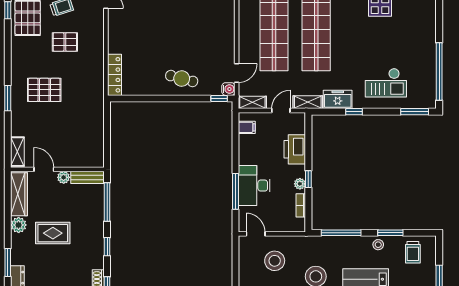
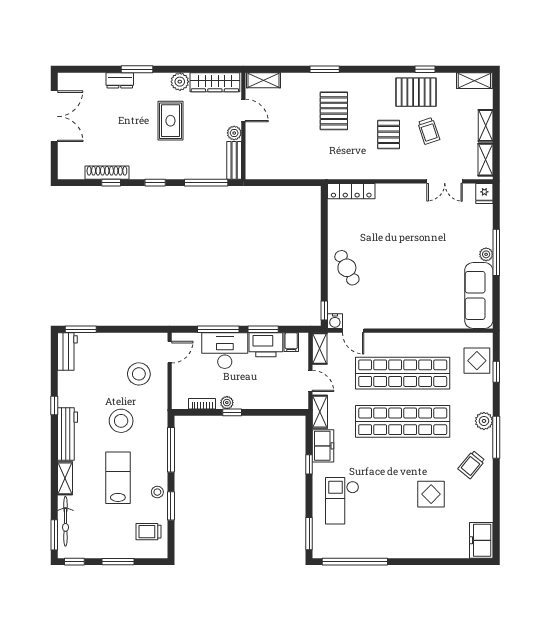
cafe table: (182, 79) -> (347, 268), turned -42
printer: (295, 149) -> (266, 345), moved, turned 180
window: (235, 152) -> (263, 329), added
door: (44, 169) -> (243, 111), hinge flipped

